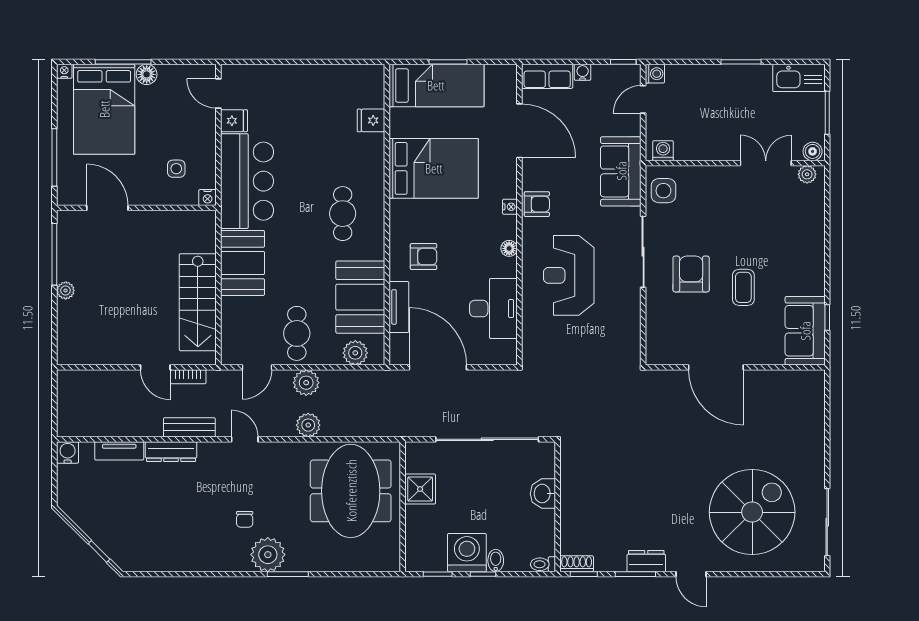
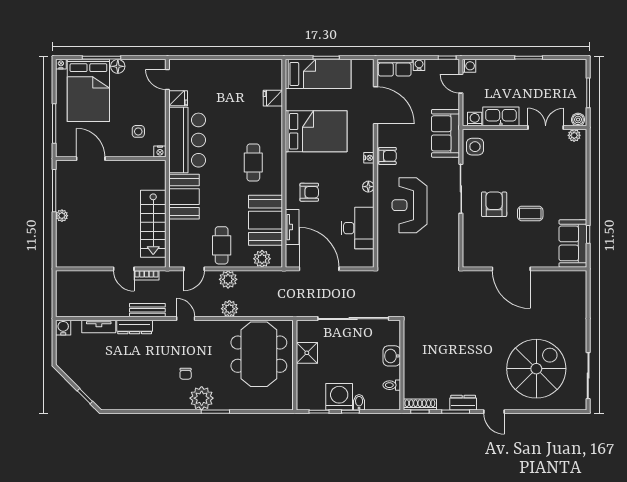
kitchen sink: (799, 78) -> (501, 116), moved, turned 180
door: (643, 99) -> (461, 84), hinge flipped
coffee table: (743, 287) -> (530, 213), turned 90
toilet: (543, 564) -> (392, 385), moved
shoe rack: (577, 564) -> (420, 405), width x1.43

